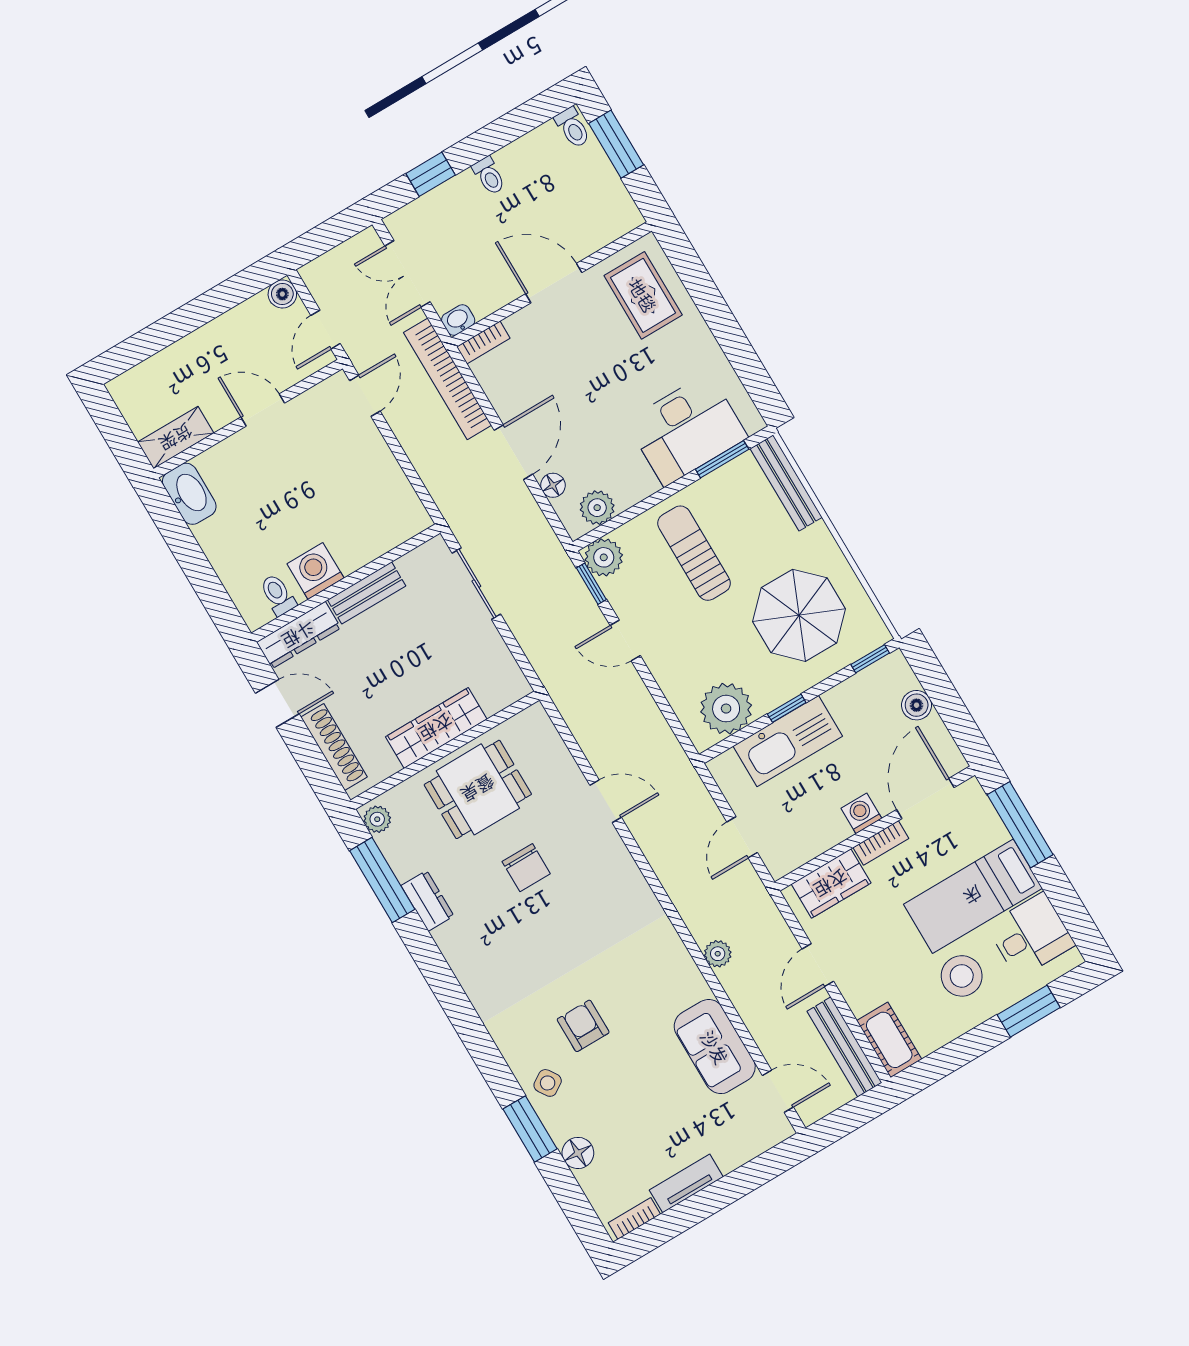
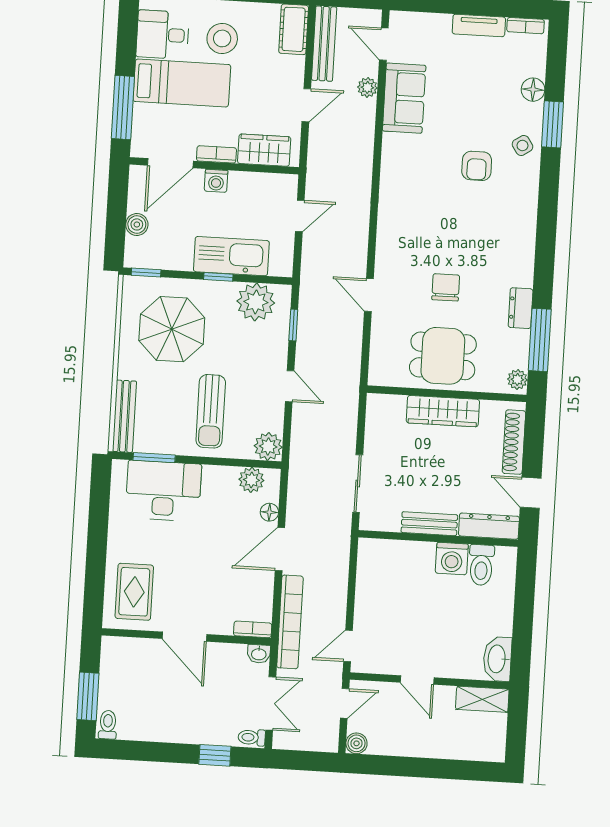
toilet: (489, 176) -> (252, 737), moved, turned -90
window: (591, 584) -> (293, 325), moved
toilet: (278, 595) -> (481, 565), width x1.37, depth x1.39
plant: (718, 954) -> (367, 87), moved

